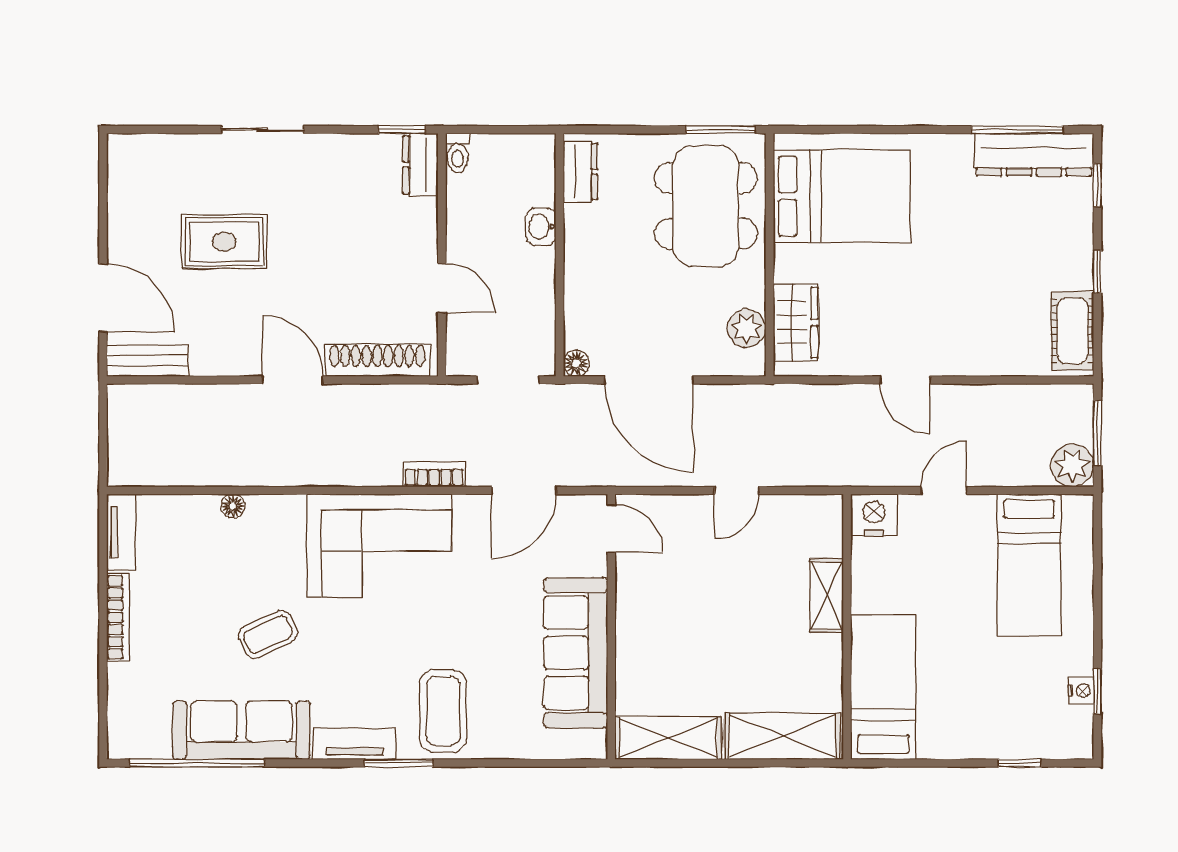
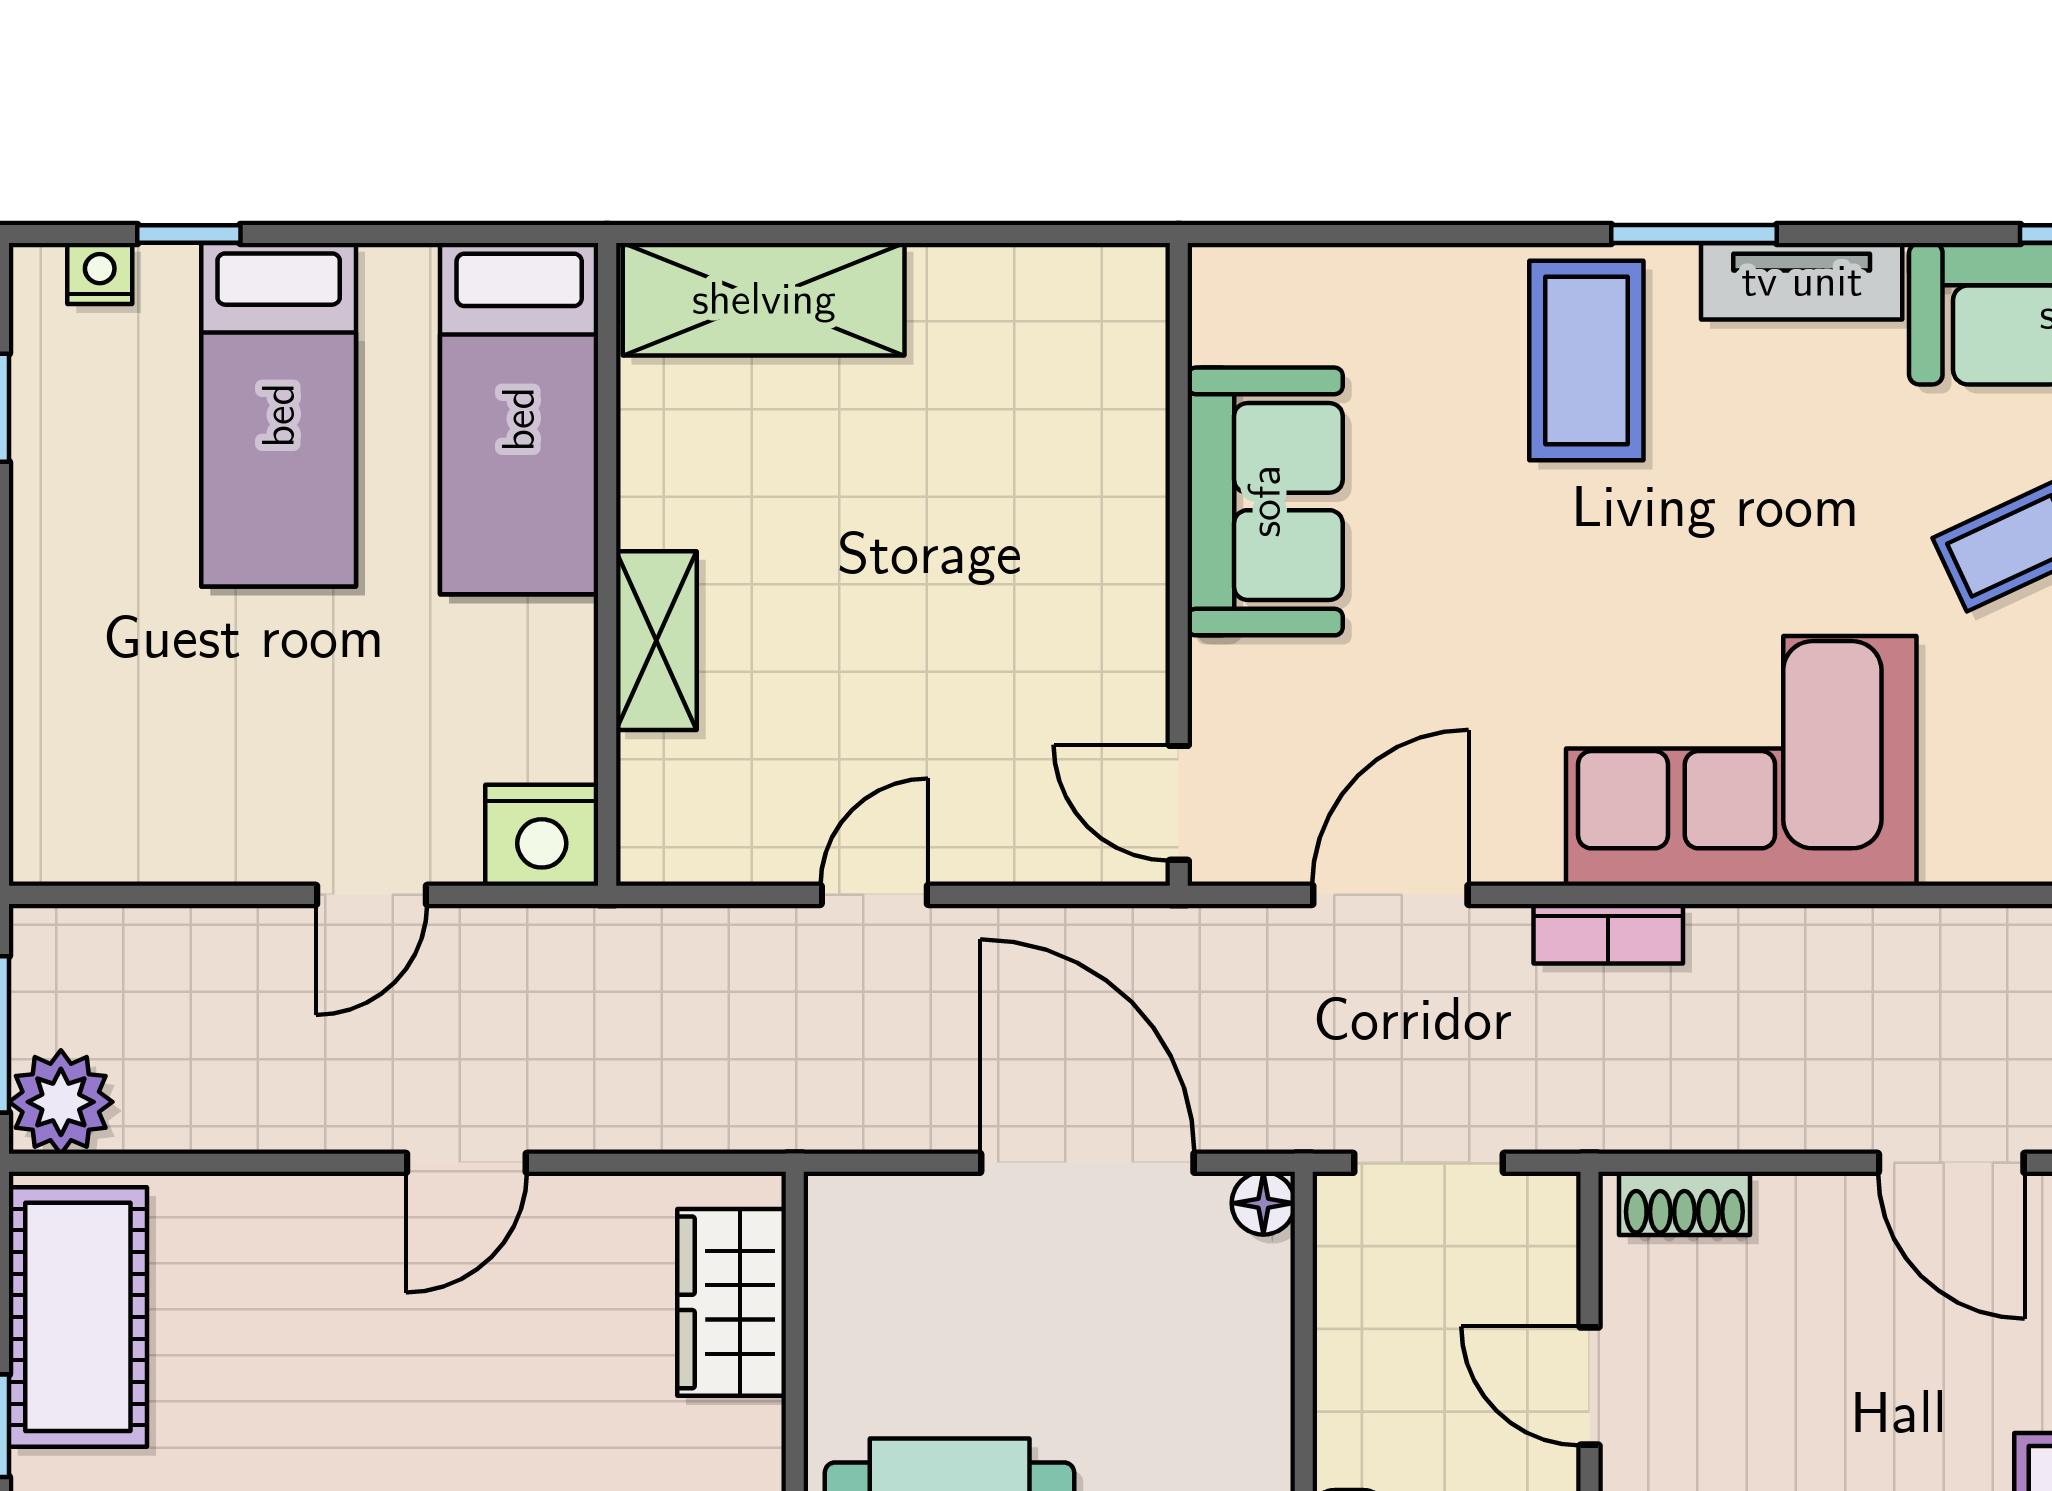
plant: (747, 328) -> (850, 1289), removed
cot: (1072, 331) -> (78, 1317), width x1.37, depth x1.34
shoe rack: (377, 360) -> (1684, 1203), width x0.51, depth x0.81
door: (905, 380) -> (466, 1163), swing flipped
plant: (1072, 465) -> (61, 1102), moved
bed: (1029, 565) -> (279, 415), moved, turned 180
sofa: (576, 653) -> (1265, 501), width x0.73
nightstand: (1081, 691) -> (100, 274), moved, turned 90
shelving: (668, 738) -> (1041, 295), removed

